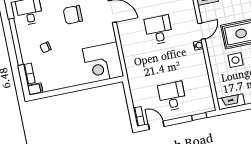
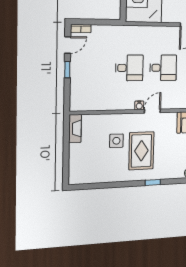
door: (201, 31) -> (152, 111), swing flipped
desk: (172, 96) -> (129, 68), moved
window: (199, 116) -> (67, 70), moved

